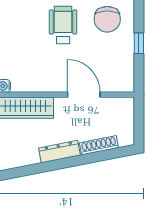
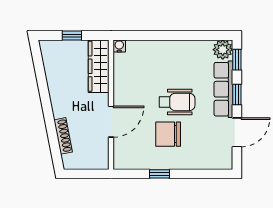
chair: (107, 19) -> (168, 134), moved
dresser: (59, 152) -> (57, 99), removed

